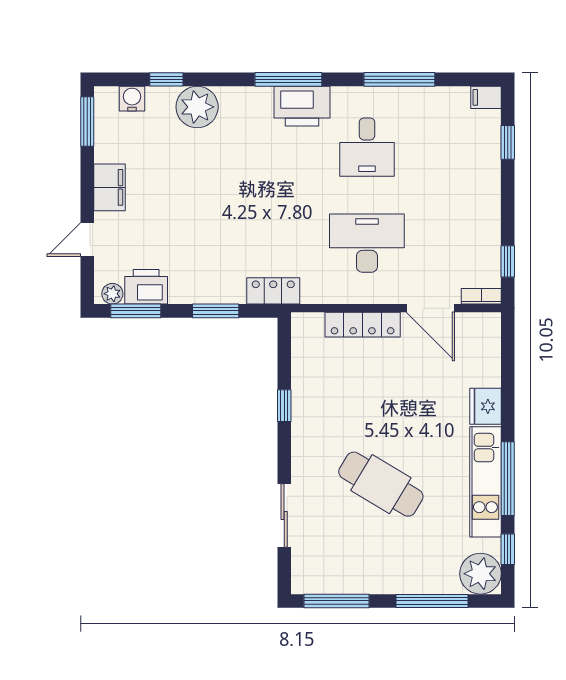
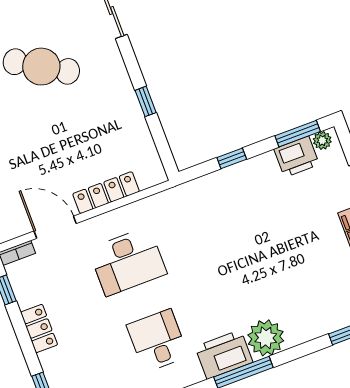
plant: (197, 107) -> (266, 338), moved
locker: (273, 291) -> (39, 328), moved, turned -90
window: (216, 311) -> (232, 158), width x0.67

